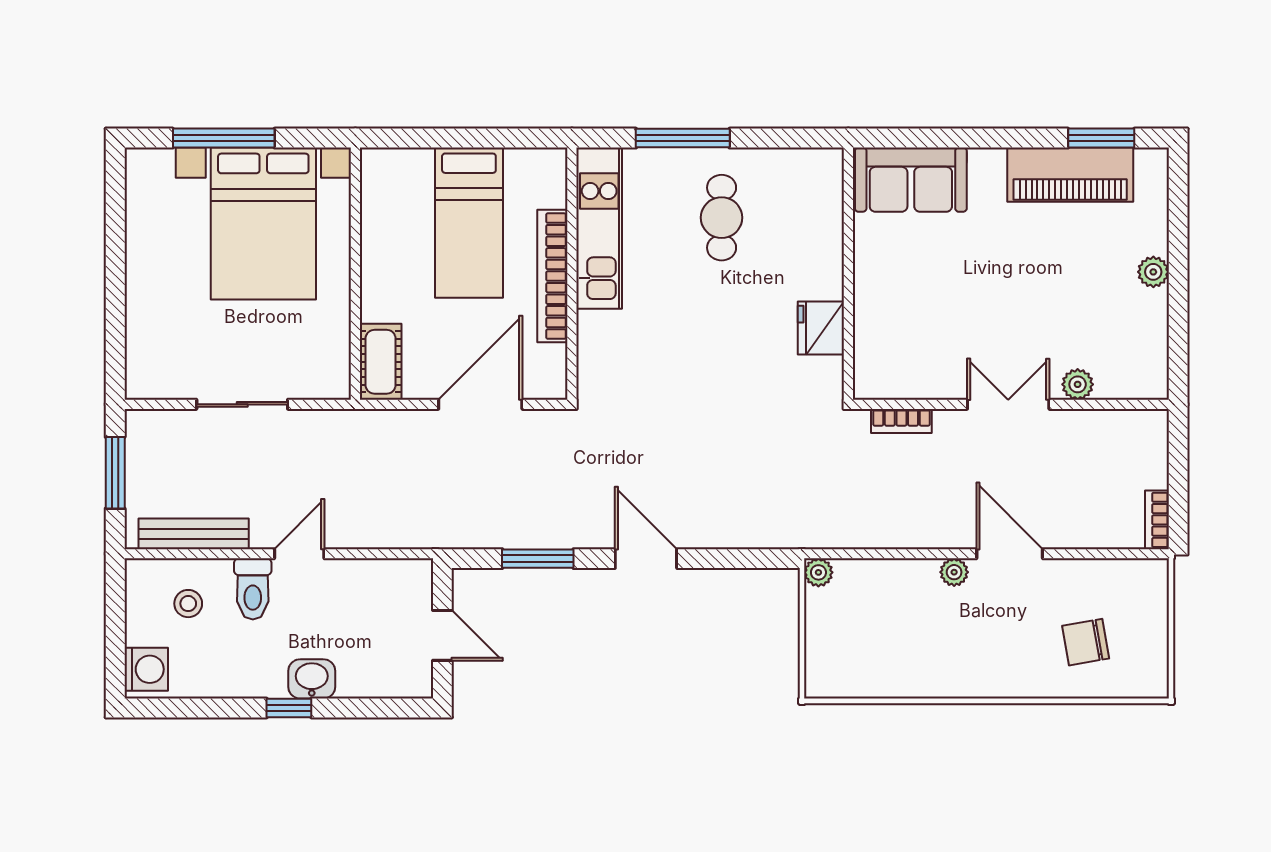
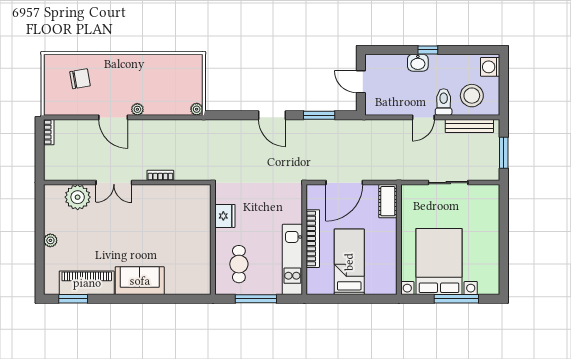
sofa: (911, 180) -> (140, 281), moved
wall: (848, 274) -> (213, 240), moved
fridge: (821, 328) -> (225, 216), moved
plant: (1078, 384) -> (78, 197), width x1.88, depth x1.88
stool: (188, 604) -> (472, 96), width x1.89, depth x1.89

